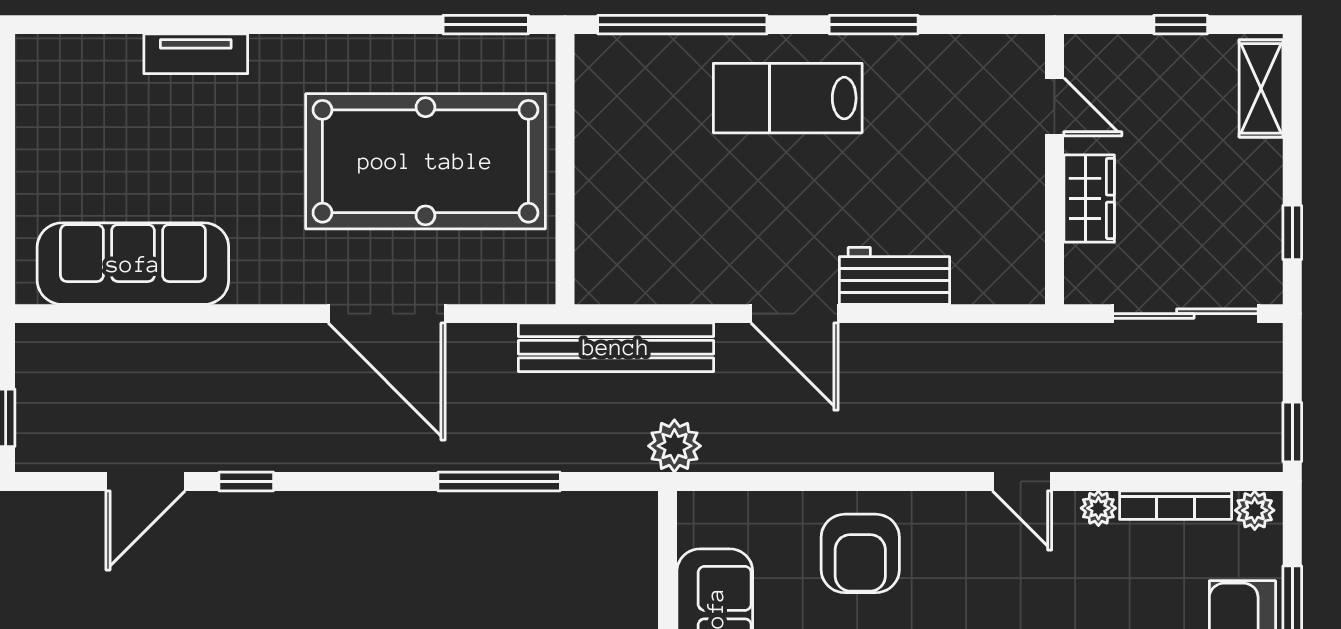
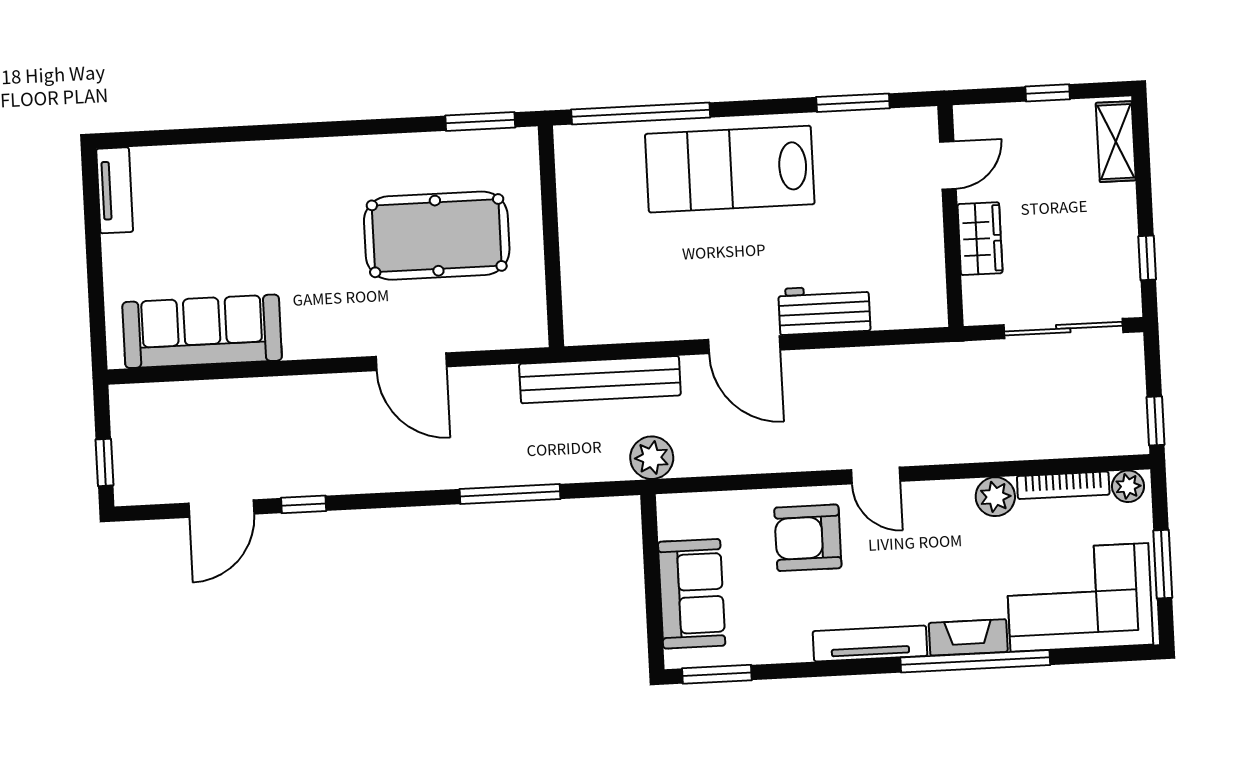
window: (874, 25) -> (853, 103), moved
tv unit: (196, 54) -> (115, 190), moved, turned -90
lab bench: (788, 98) -> (730, 169), width x1.36, depth x1.39
door: (1054, 107) -> (948, 165), hinge flipped
pool table: (425, 161) -> (437, 236), width x0.73, depth x0.76
door: (387, 314) -> (411, 362), width x0.73
door: (1022, 481) -> (876, 475), moved
plant: (1098, 508) -> (995, 497), width x1.38, depth x1.38
armchair: (860, 553) -> (808, 538), turned 90

